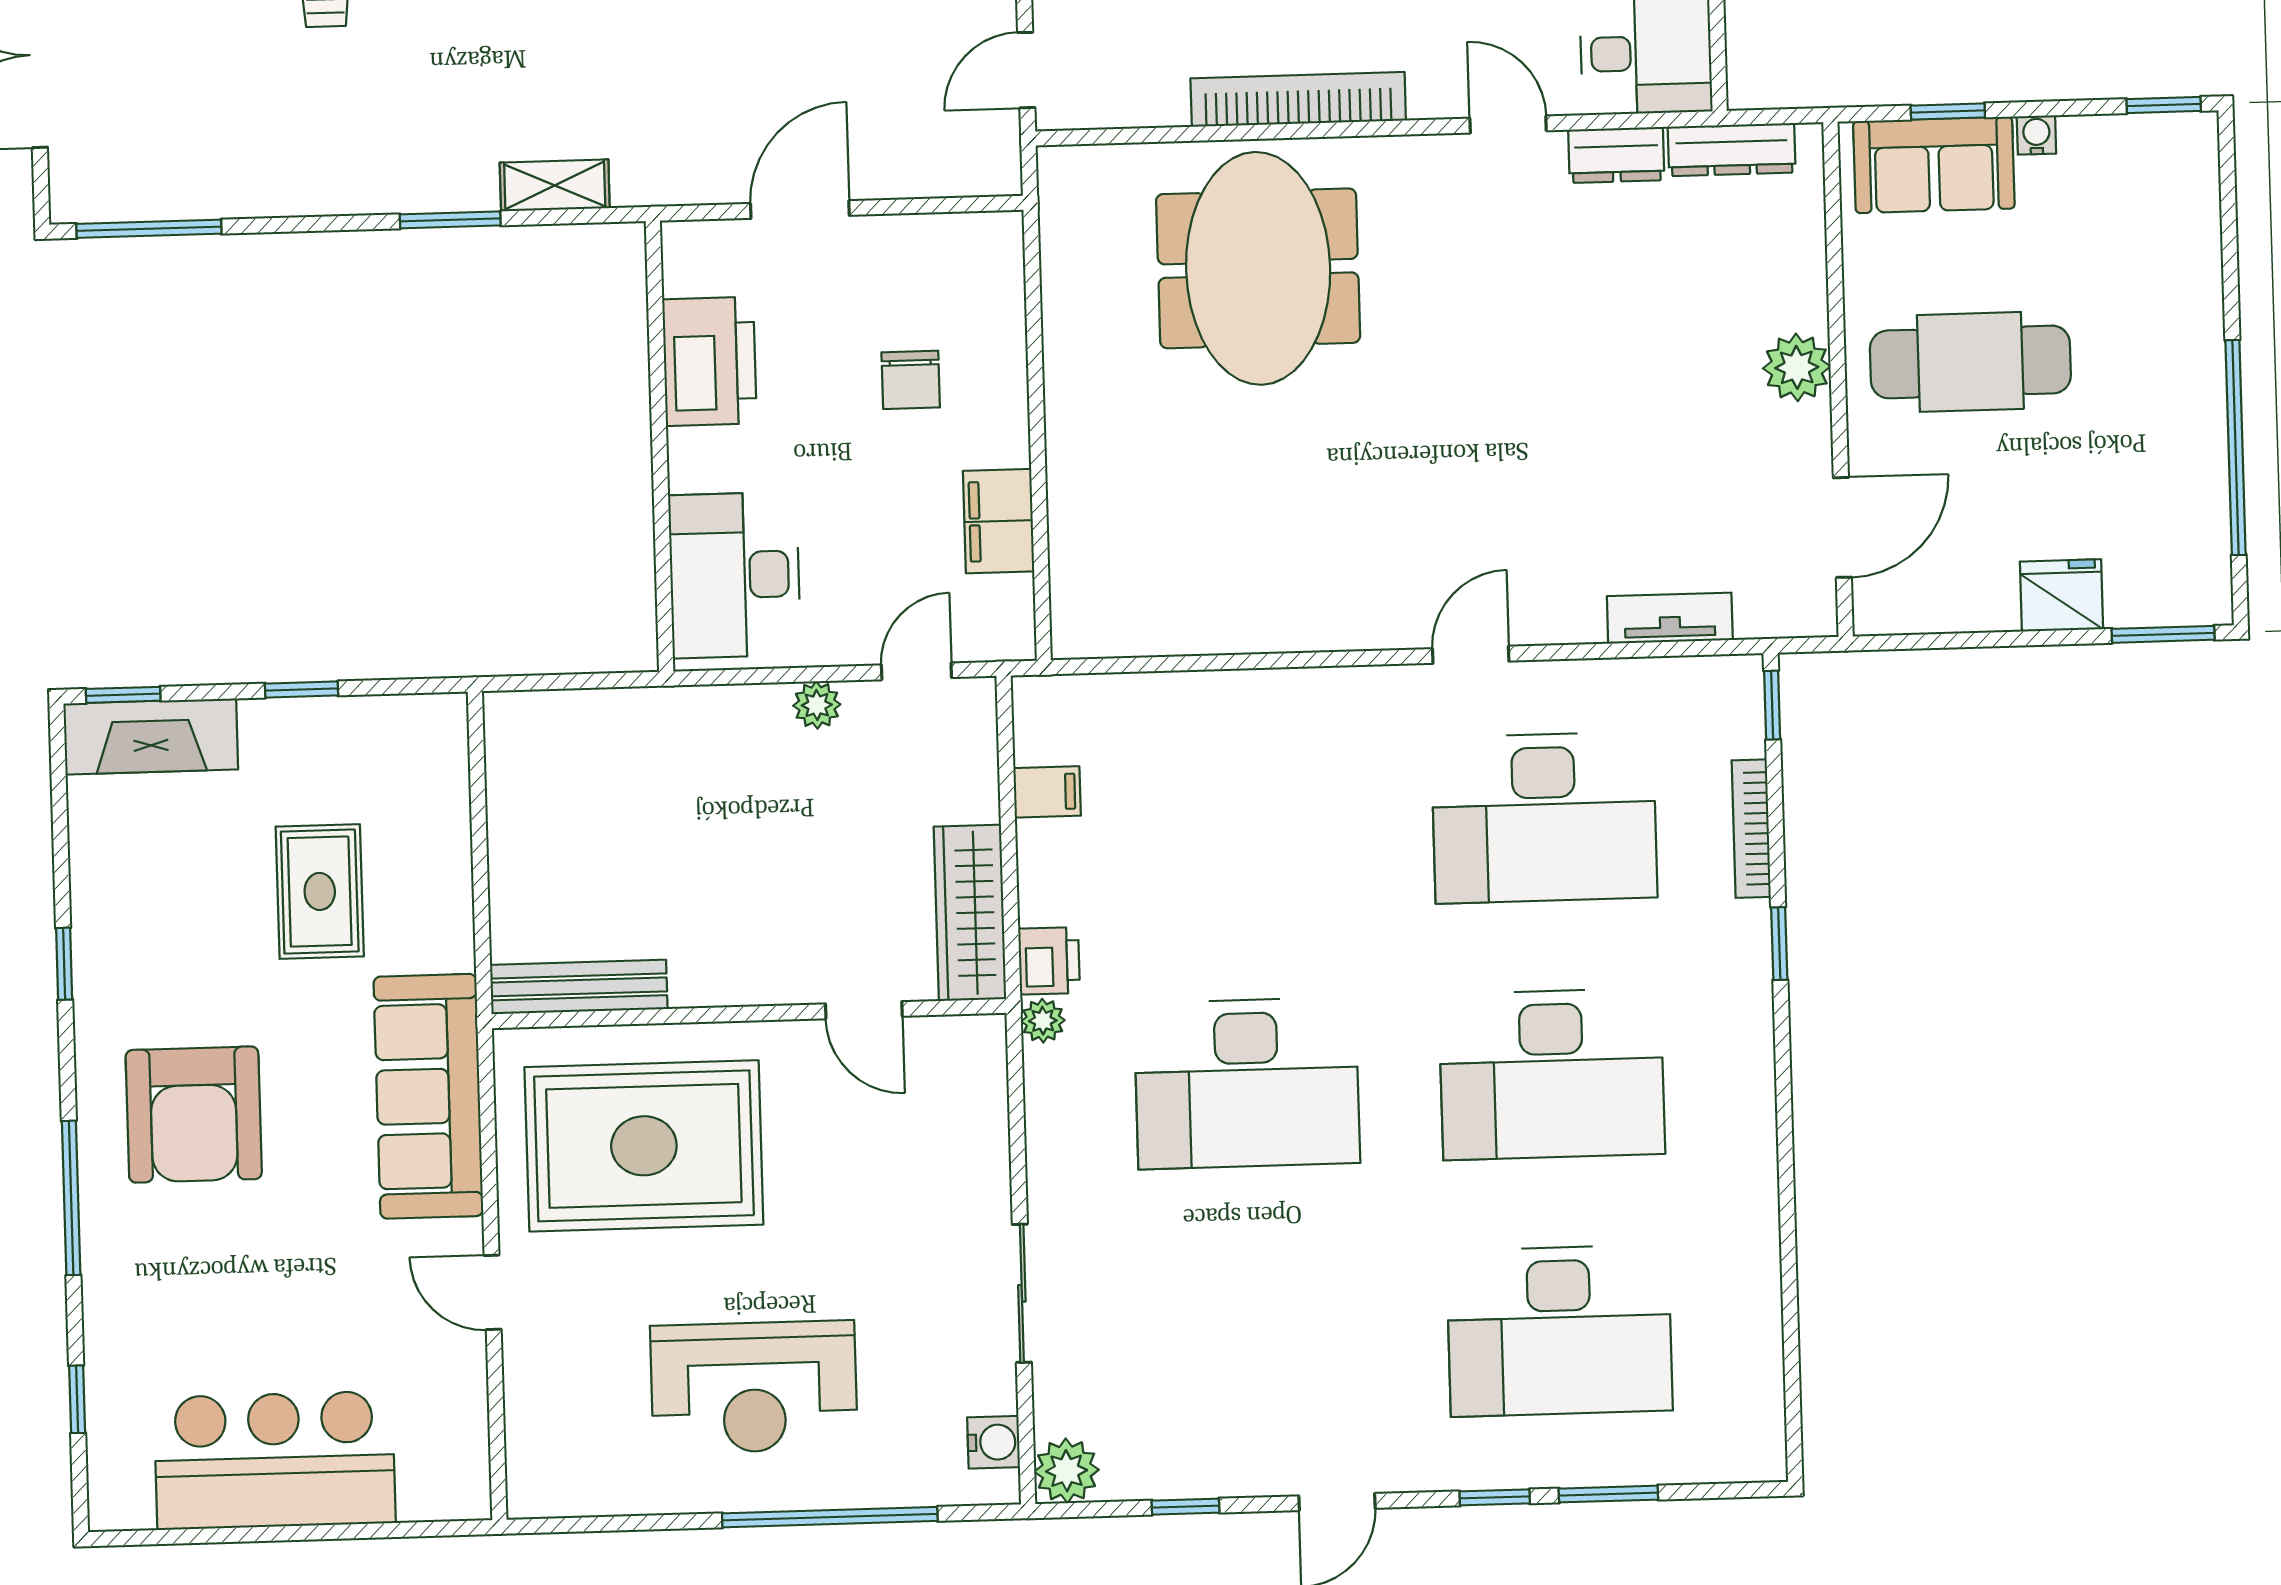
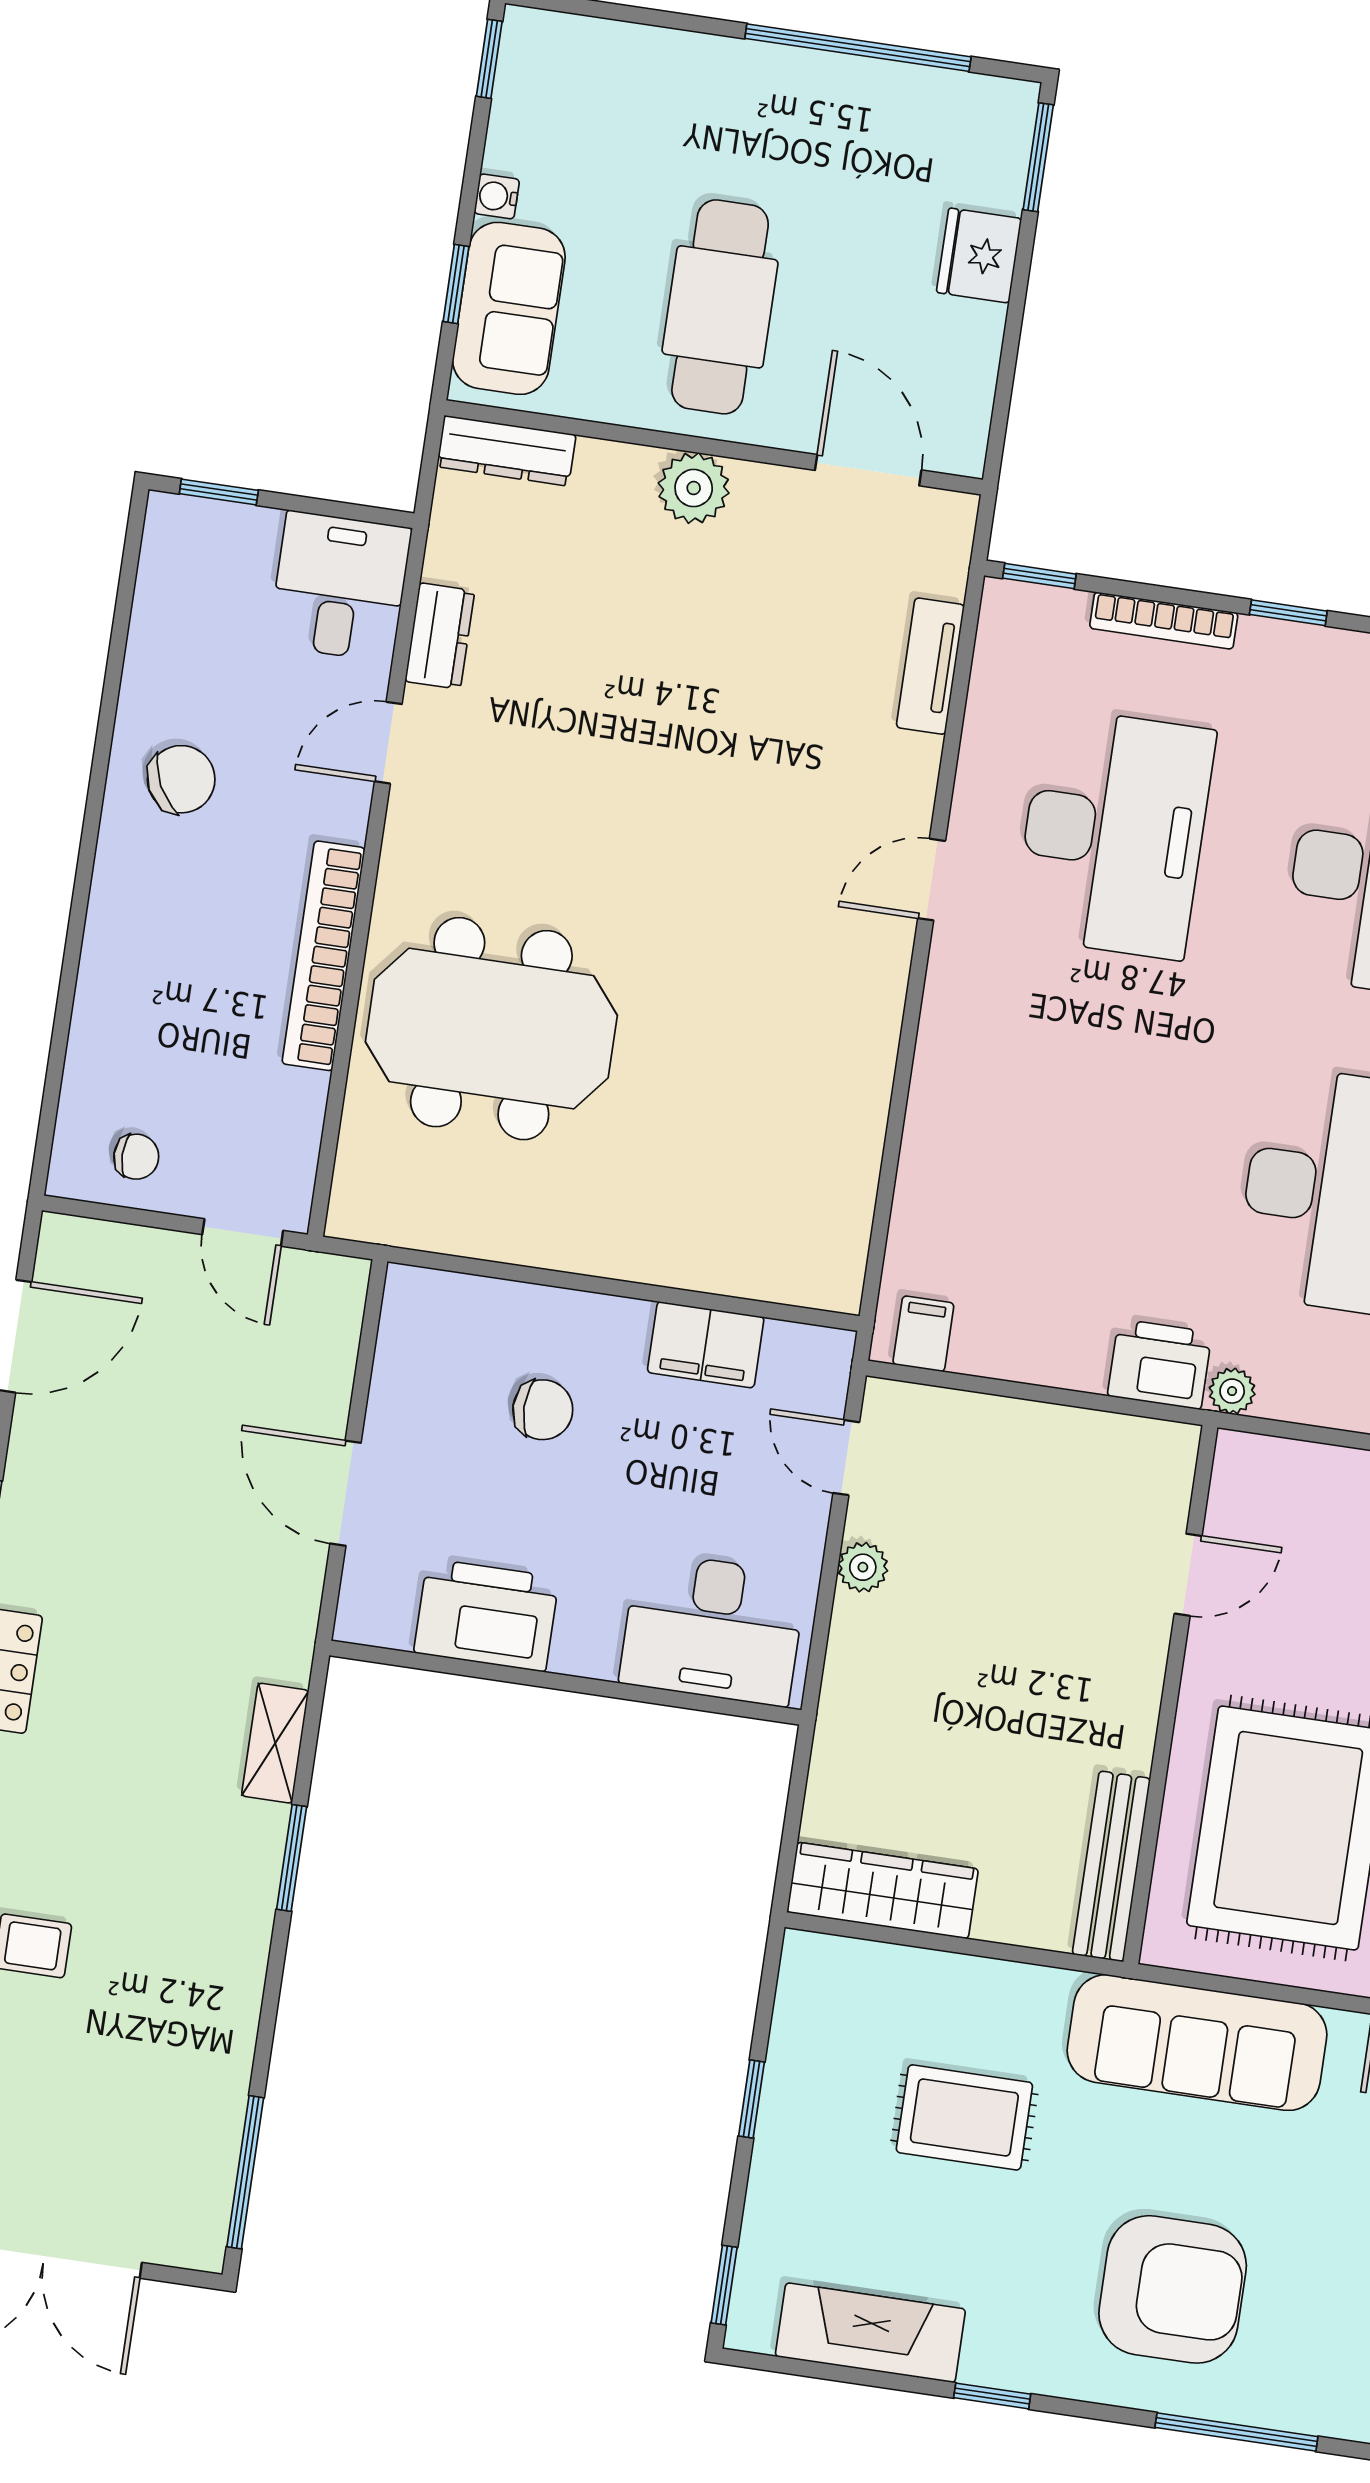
dresser: (1732, 150) -> (506, 451), moved, turned 90
door: (1471, 655) -> (932, 880), hinge flipped
fireplace: (151, 737) -> (870, 2333), moved, turned -90
filing cabinet: (1047, 792) -> (923, 1334), moved
wardrobe: (970, 913) -> (883, 1891), moved, turned 180
printer: (1049, 961) -> (1160, 1364), width x1.36, depth x1.24

